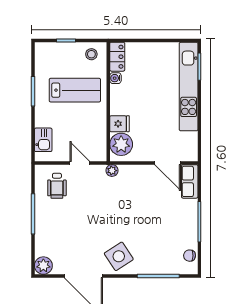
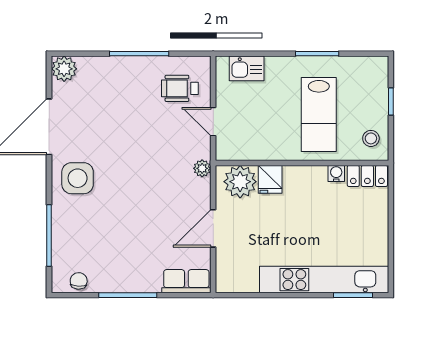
door: (80, 163) -> (213, 122), swing flipped
door: (168, 163) -> (213, 228), moved
side table: (119, 256) -> (78, 178), turned 33

